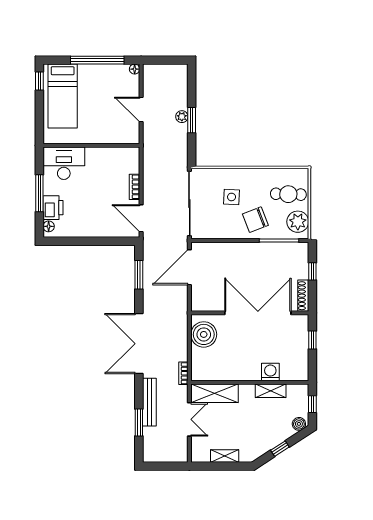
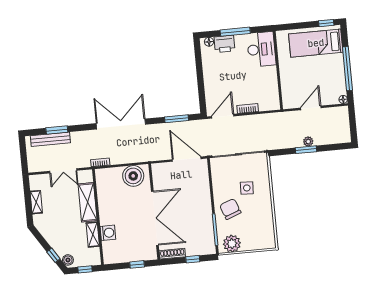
cafe table: (288, 194) -> (253, 234), removed
shelving: (214, 393) -> (88, 202), moved
bench: (149, 402) -> (50, 139), moved
window: (280, 449) -> (53, 255), moved

